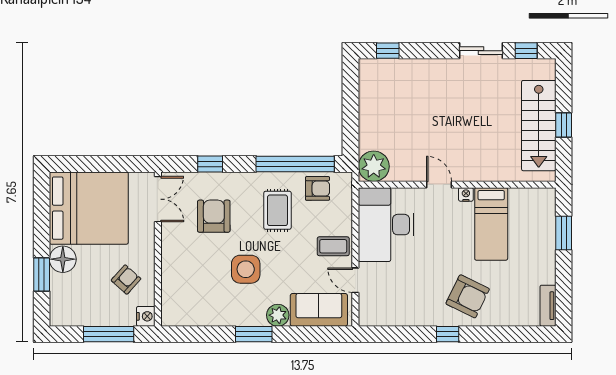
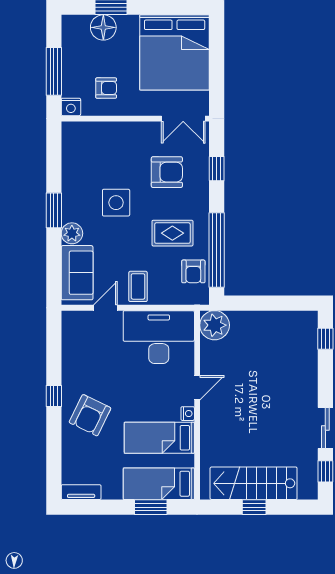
bed: (539, 224) -> (159, 484), added
floor lamp: (63, 259) -> (103, 27), moved
armchair: (126, 280) -> (106, 88), turned -42

